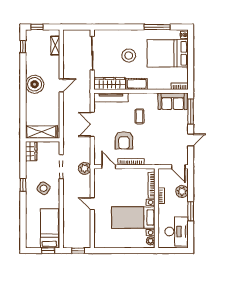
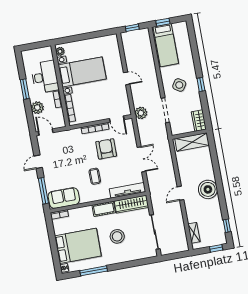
desk: (177, 232) -> (45, 77), moved, turned 180

